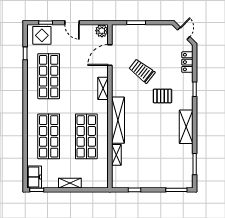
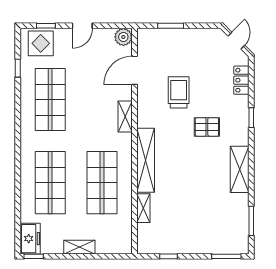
door: (72, 23) -> (82, 26), hinge flipped
trolley: (142, 71) -> (179, 92), turned 52

